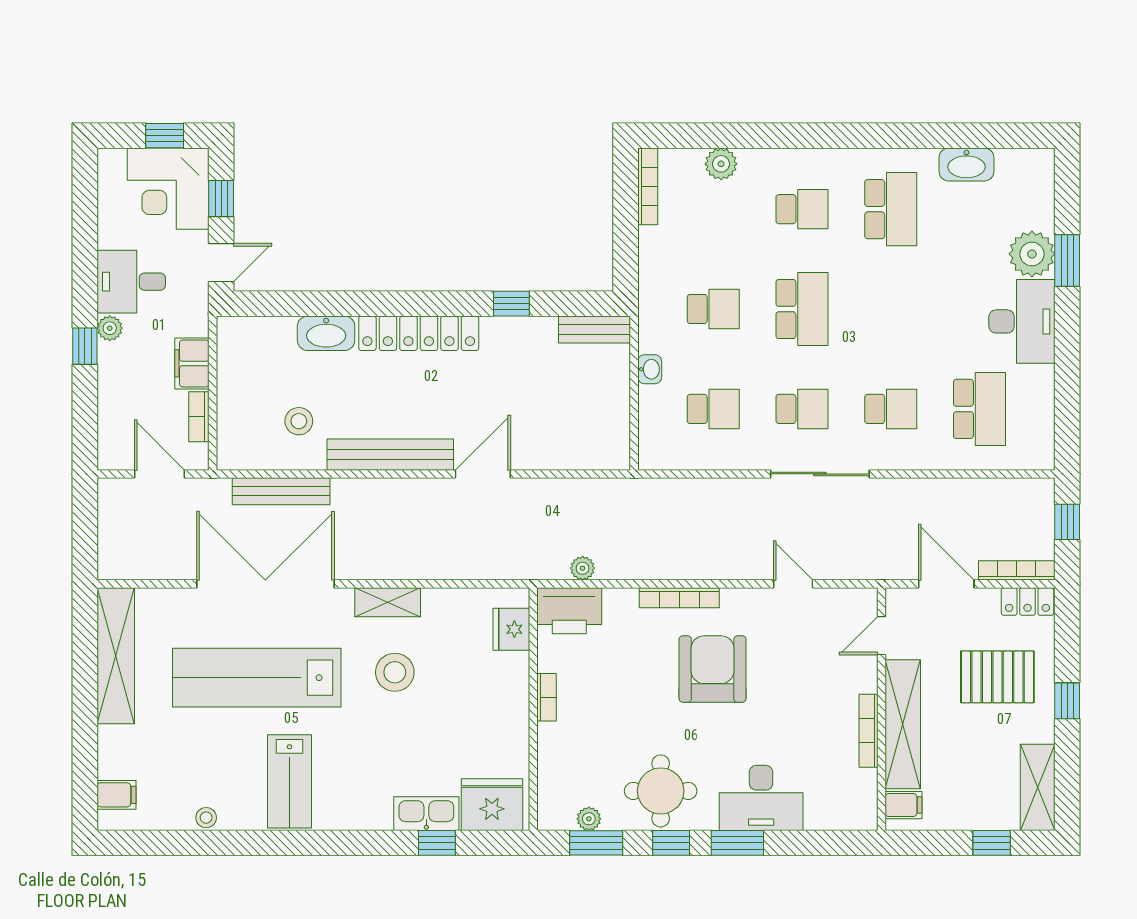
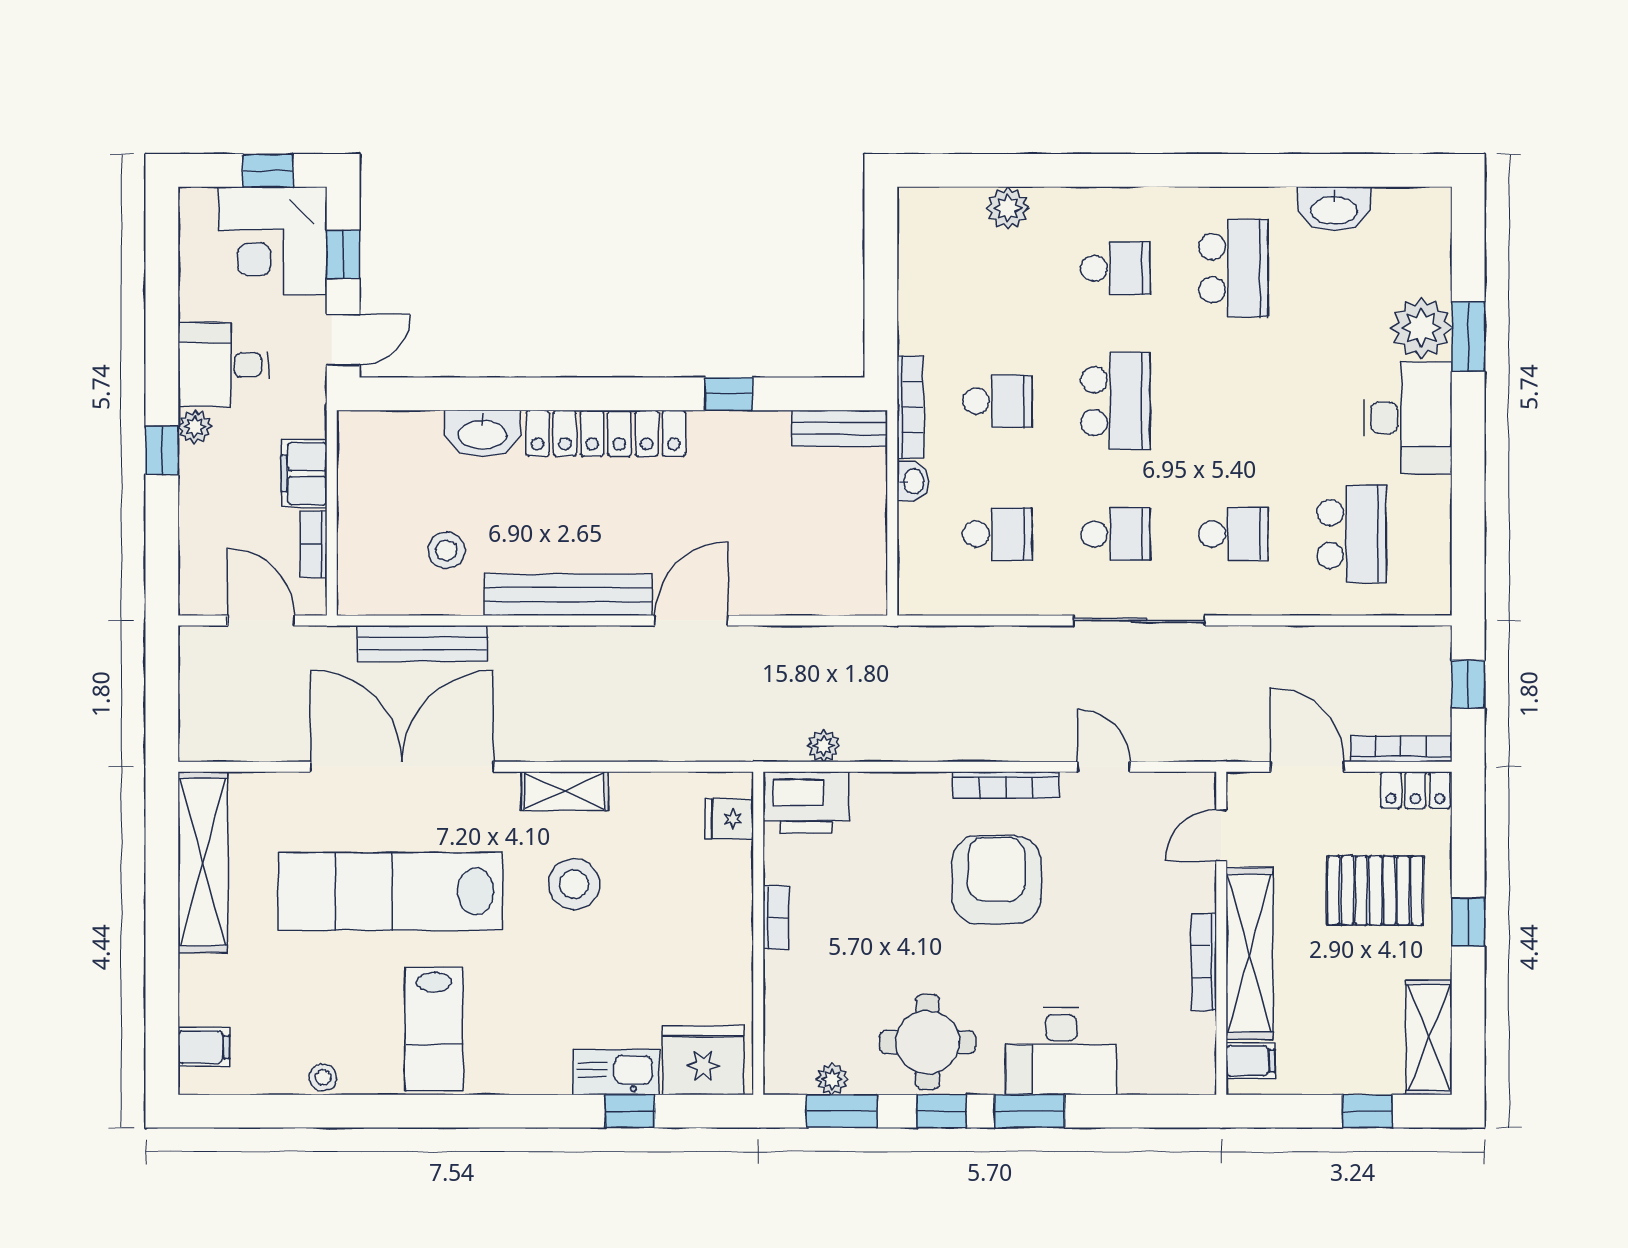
bookcase: (648, 186) -> (910, 407), moved
bookcase: (679, 598) -> (1006, 785), moved
fridge: (511, 629) -> (729, 819), width x0.72

